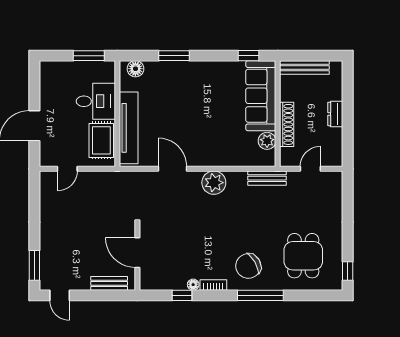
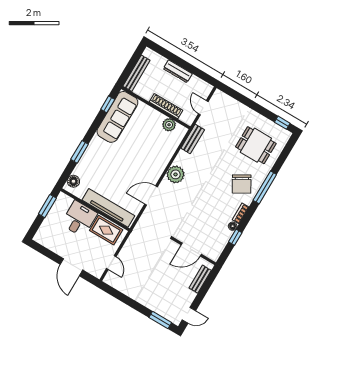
sofa: (261, 96) -> (117, 117), moved, turned -90
dresser: (335, 114) -> (178, 71), width x1.44

